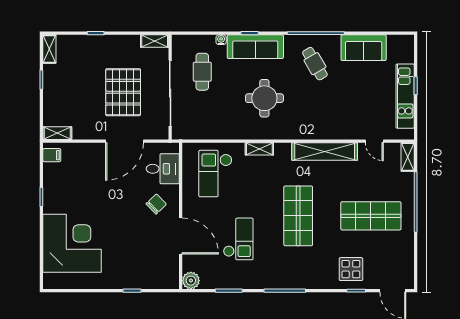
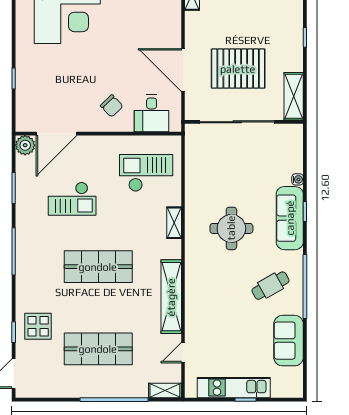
shelving: (155, 41) -> (294, 96), width x1.50, depth x1.33
cafe table: (202, 72) -> (261, 158), removed
shop shelf: (371, 216) -> (98, 349), turned 90
door: (181, 236) -> (56, 134), moved

